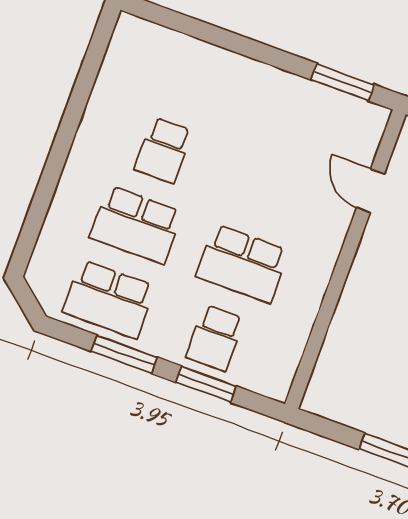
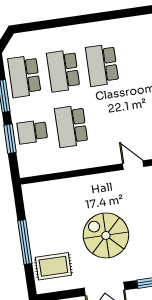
school desk: (163, 150) -> (102, 65), width x1.85
door: (371, 191) -> (133, 165), hinge flipped

